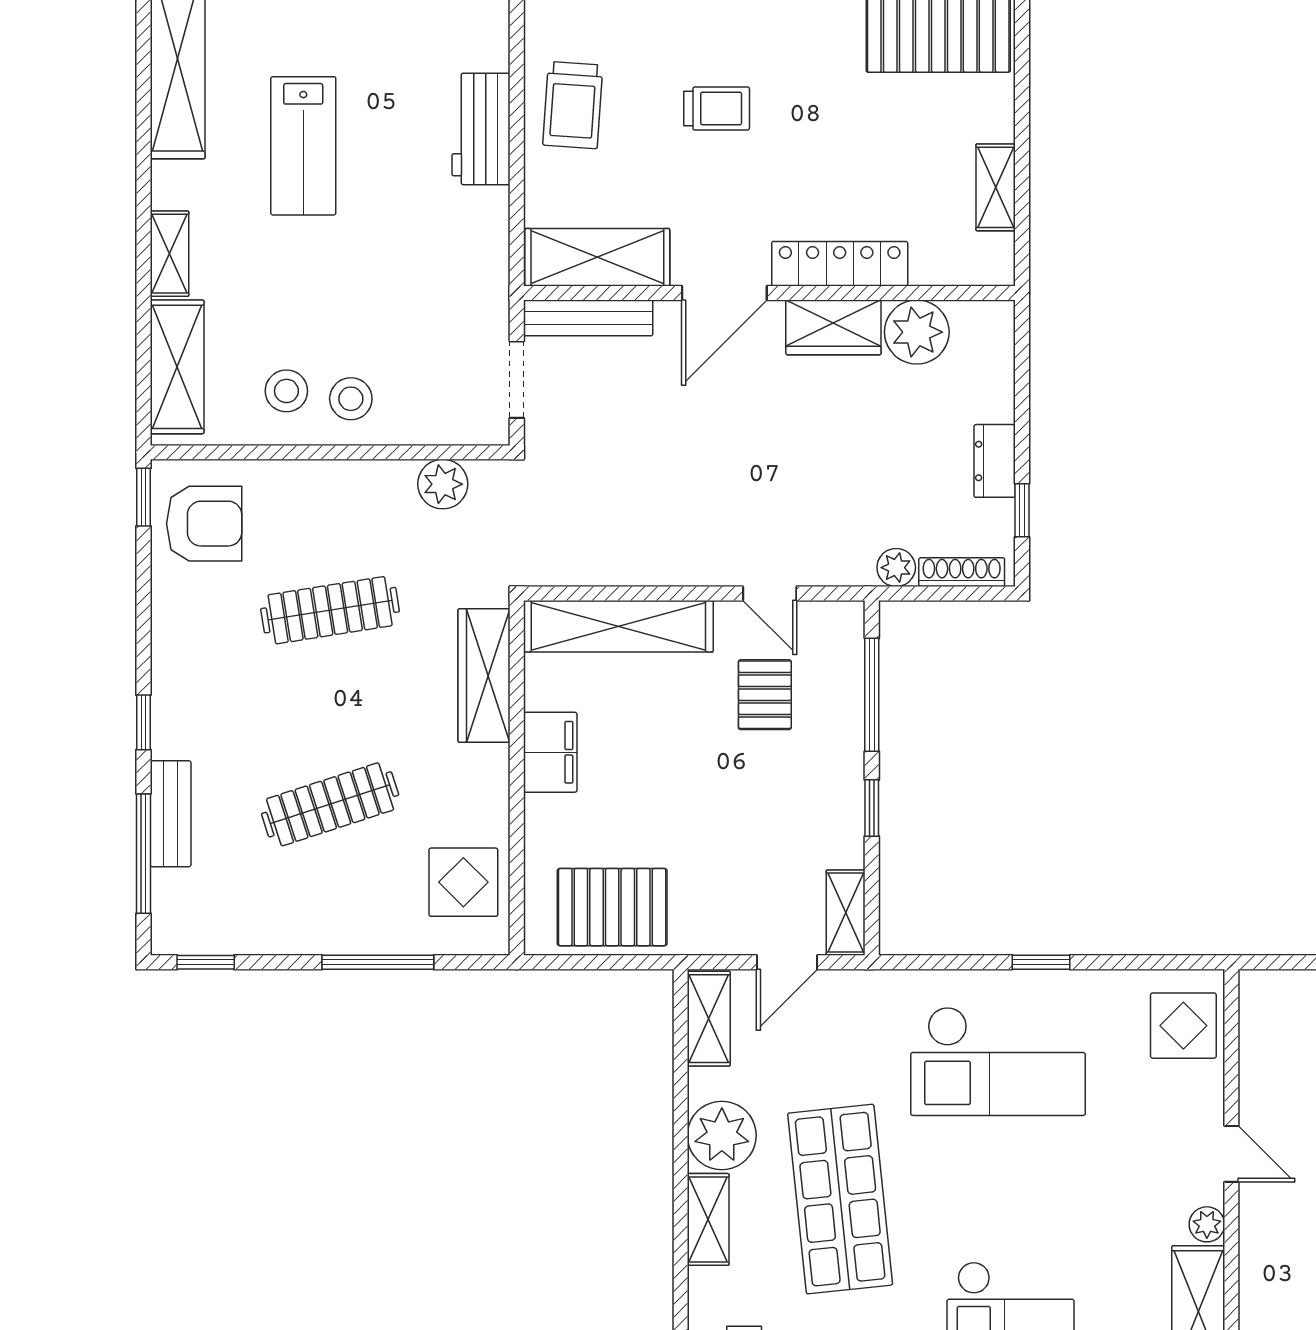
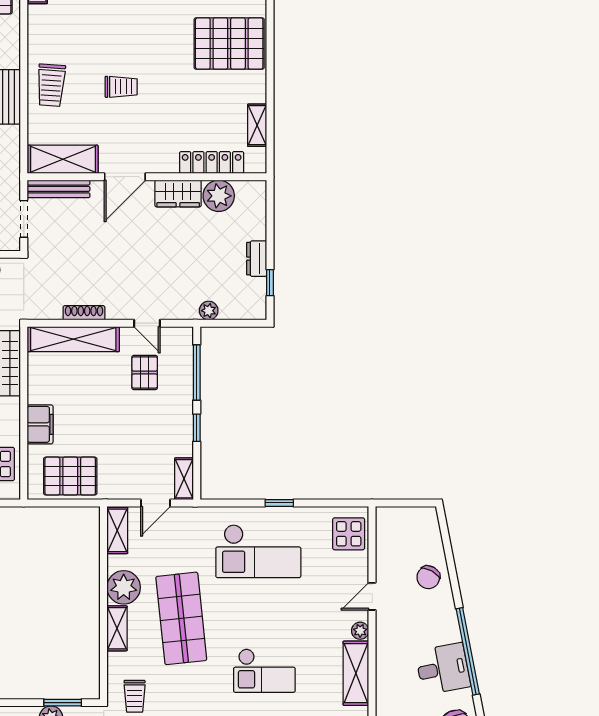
locker: (840, 264) -> (212, 162), moved
shoe rack: (962, 572) -> (84, 313), moved
filing cabinet: (550, 752) -> (40, 424), moved
door: (1231, 1154) -> (372, 596), swing flipped

